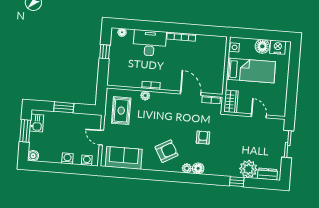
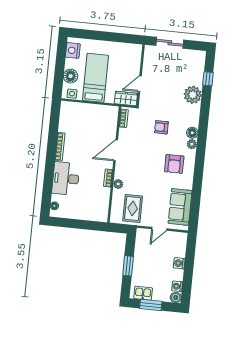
floor lamp: (262, 46) -> (71, 76), moved
window: (105, 52) -> (73, 224), removed
door: (191, 93) -> (116, 150), moved
rug: (121, 111) -> (133, 208), turned 90
door: (259, 116) -> (140, 84), moved
armchair: (167, 151) -> (174, 164), turned -151
washing machine: (87, 160) -> (177, 286), moved
plant: (248, 169) -> (193, 95), moved
dresser: (267, 174) -> (199, 64), removed
window: (237, 182) -> (208, 79), moved

